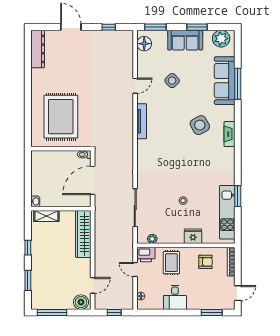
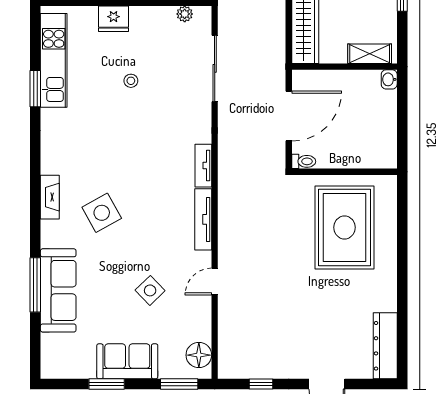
plant: (221, 39) -> (64, 364), removed
tv unit: (142, 152) -> (203, 166), added

